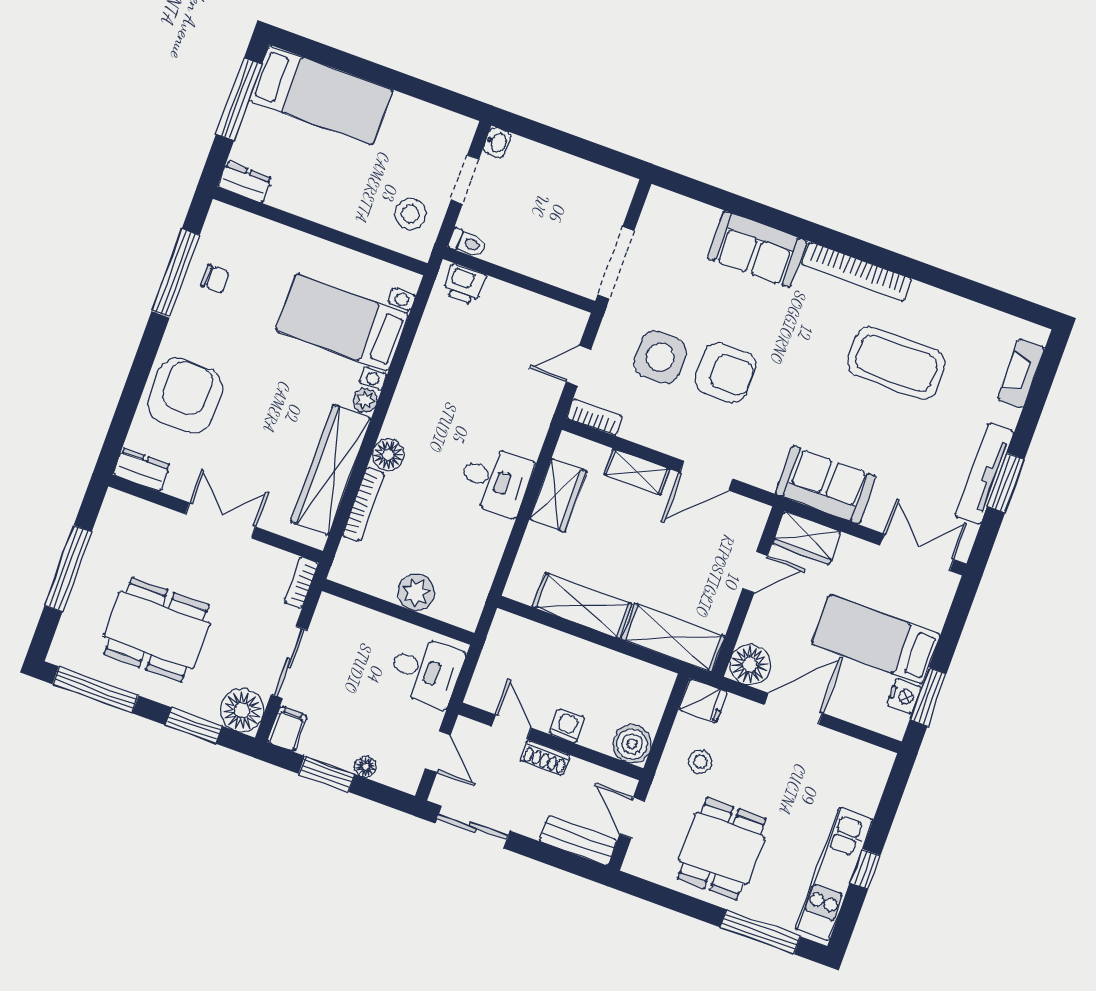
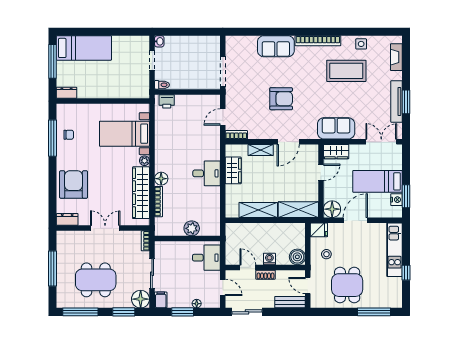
stool: (410, 214) -> (136, 82), removed
side table: (660, 357) -> (361, 44), moved, width x0.54, depth x0.54
kitchen unit: (834, 874) -> (395, 250), moved

